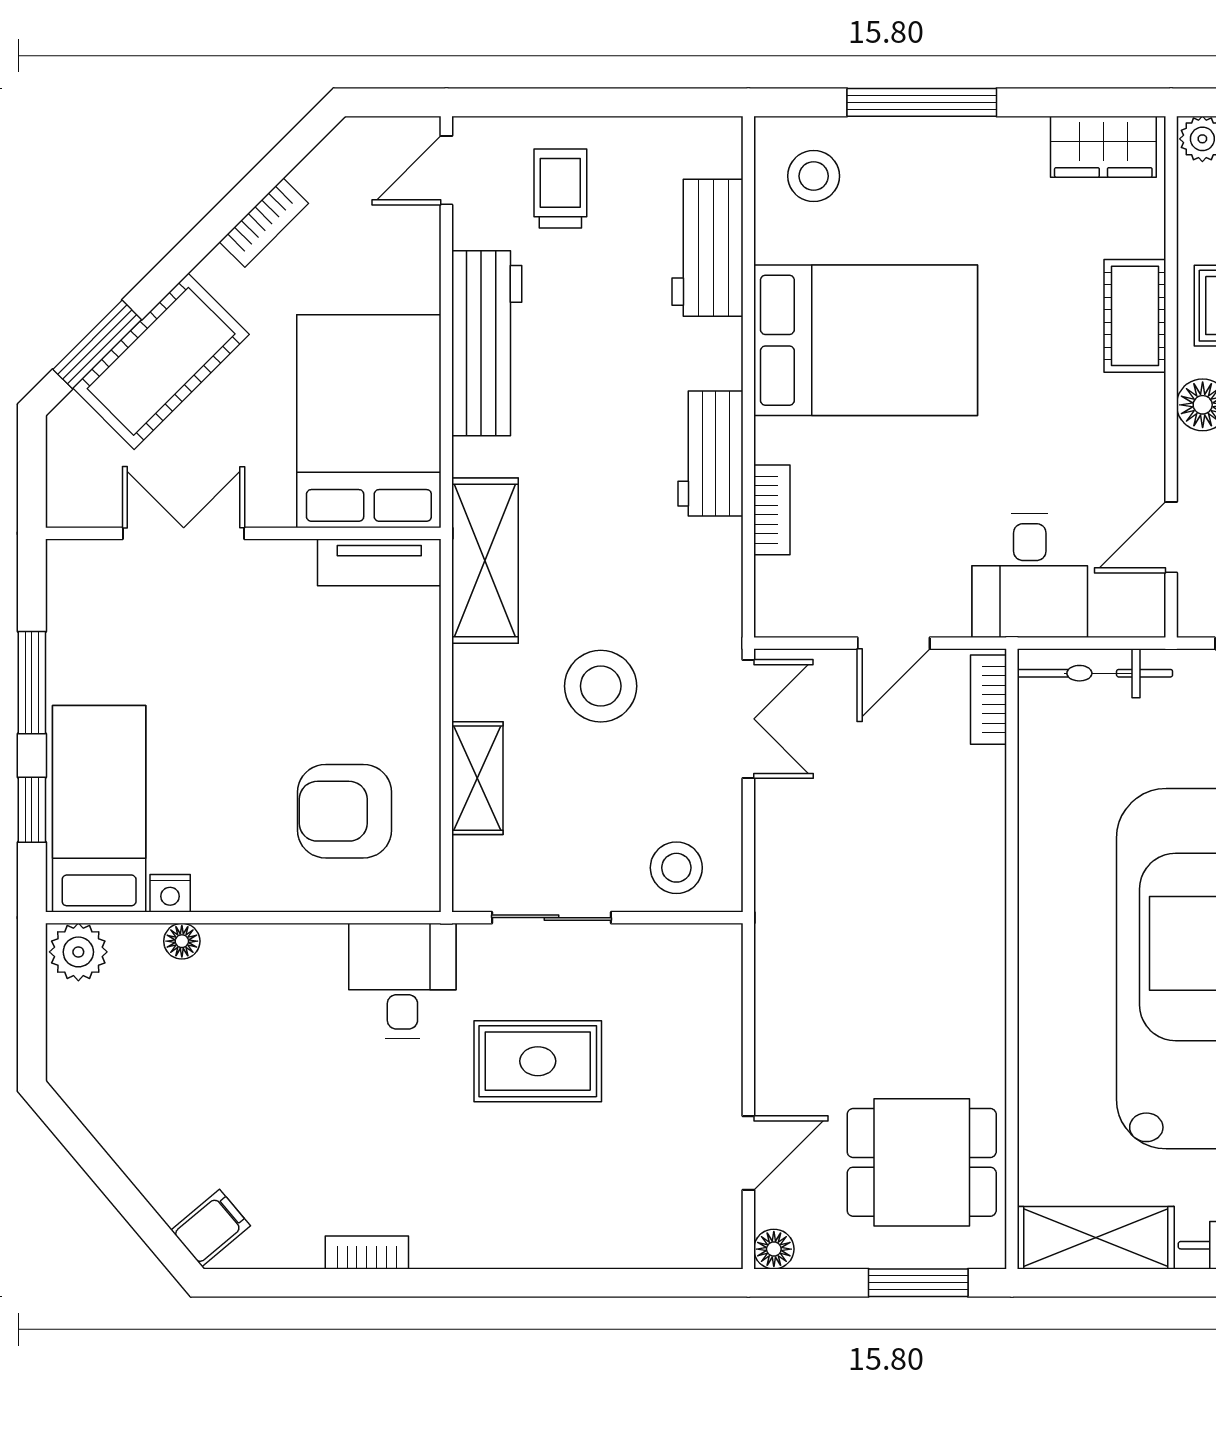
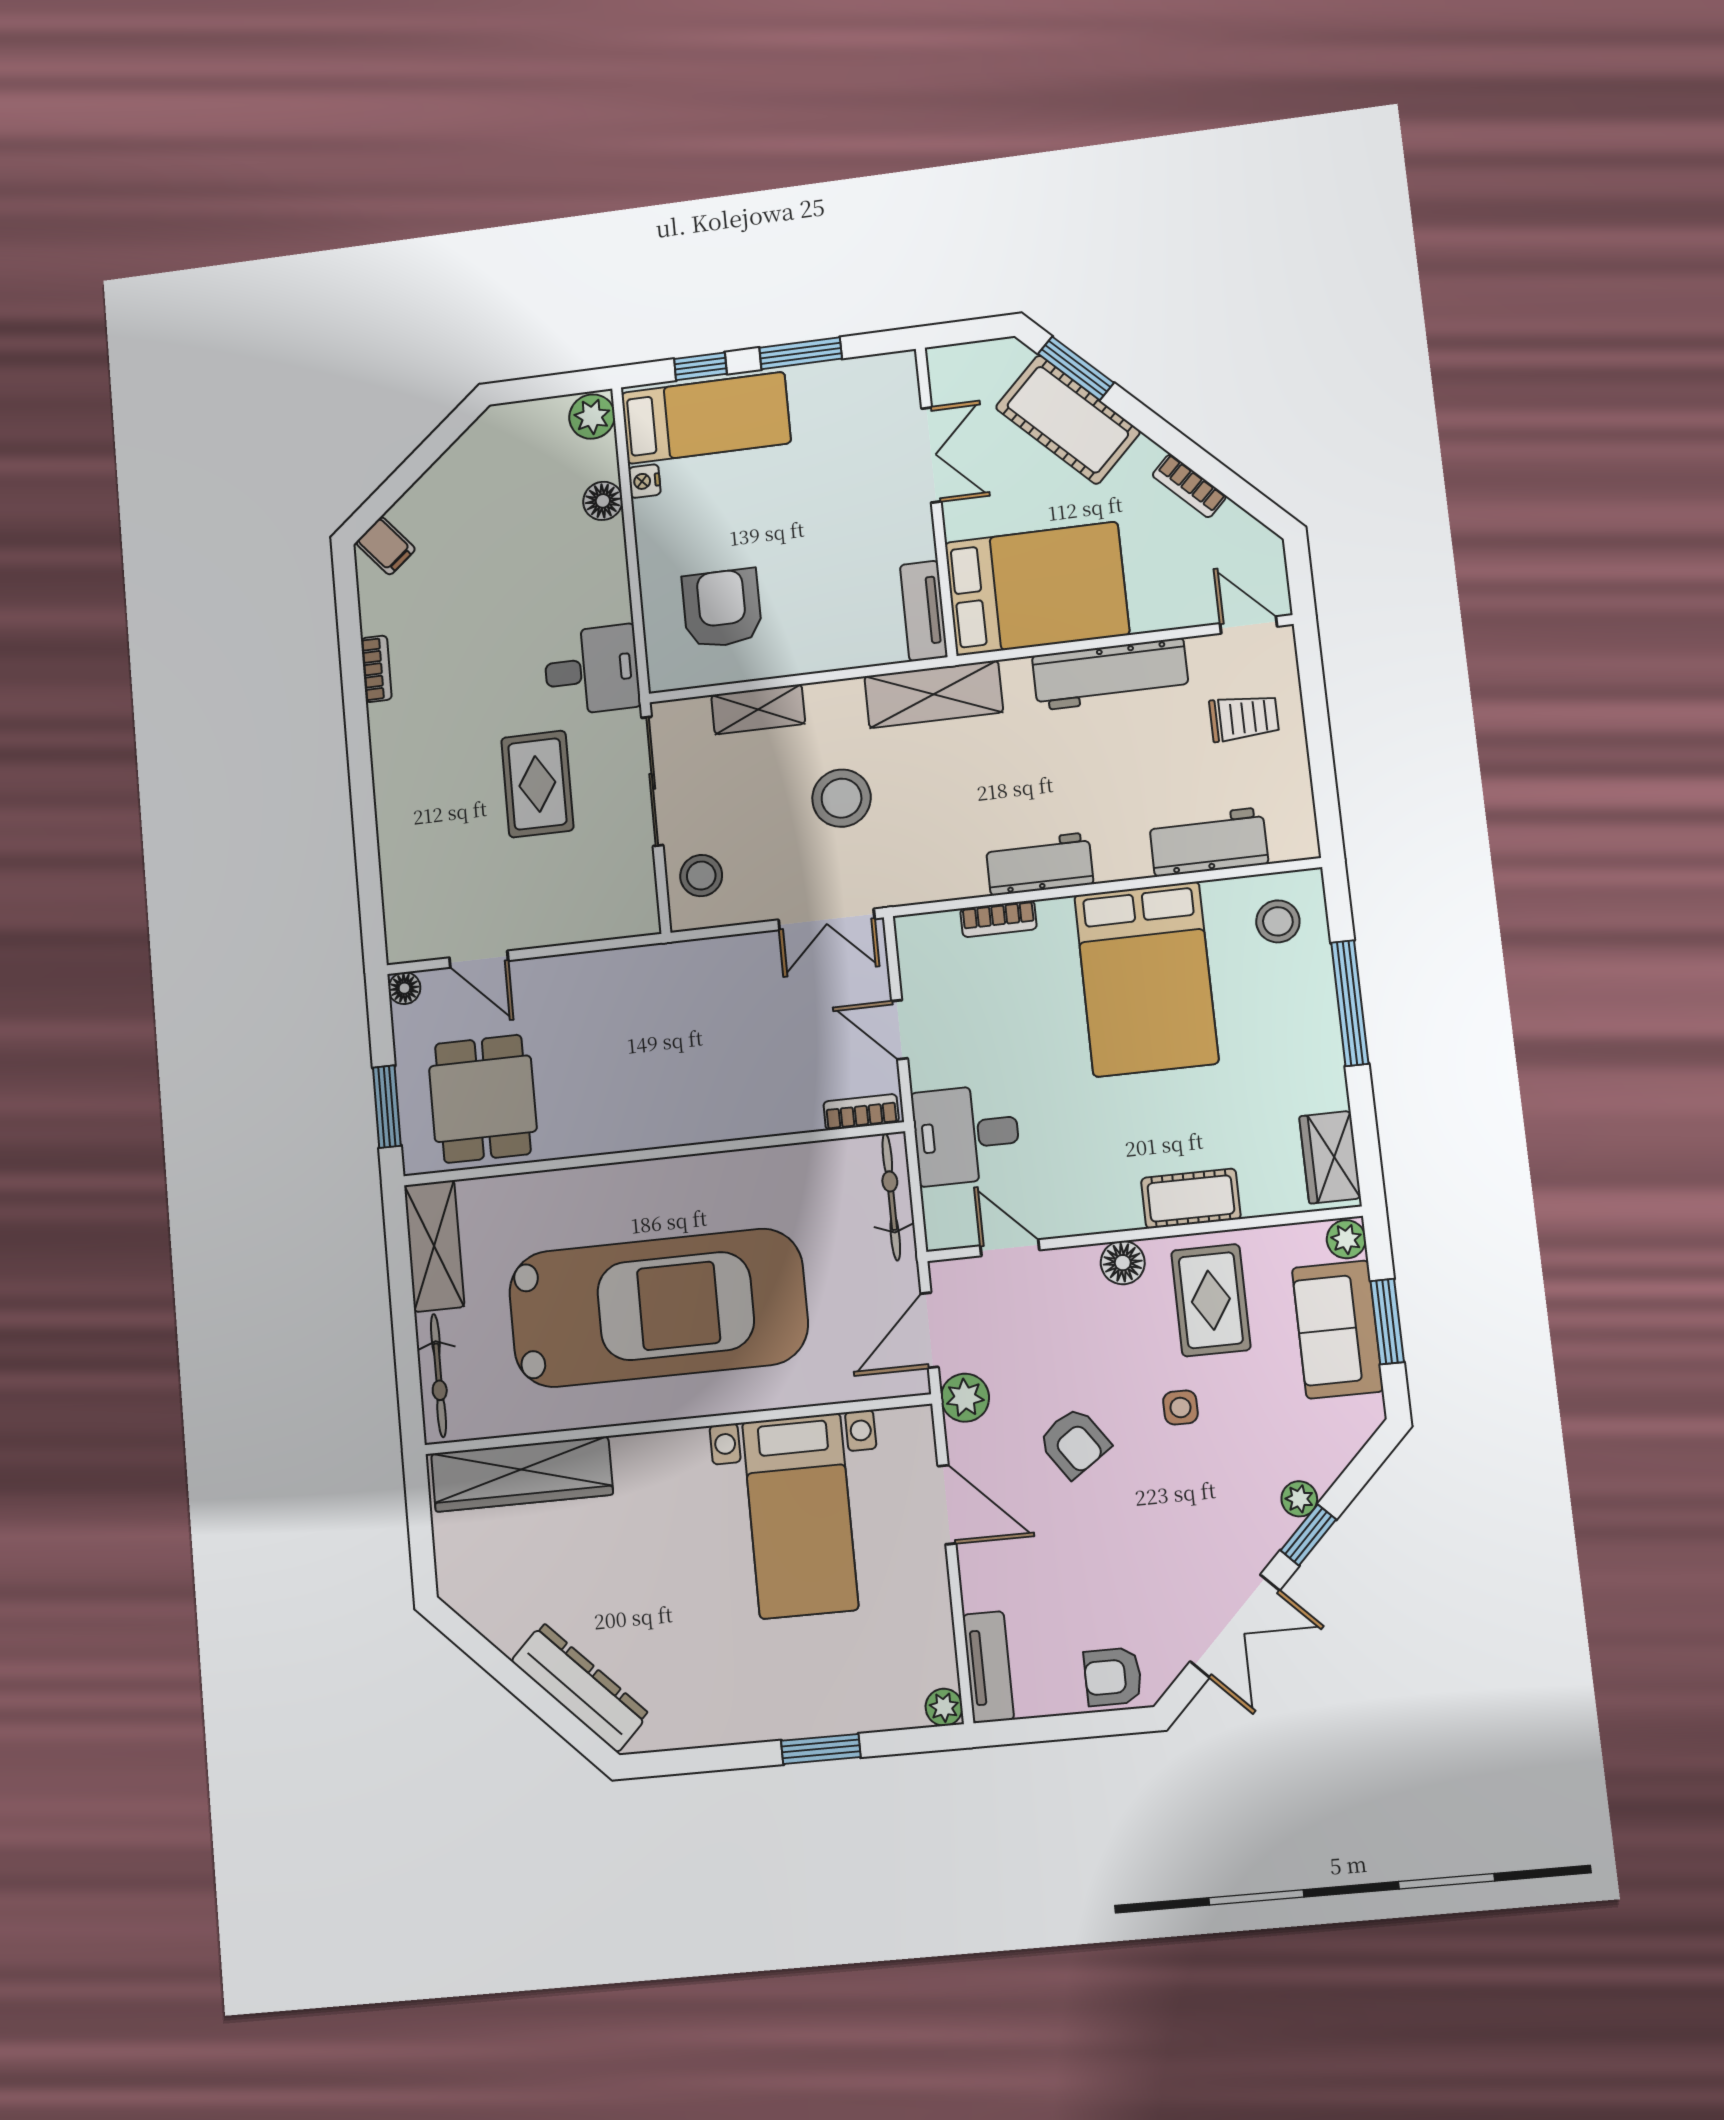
sliding door: (552, 918) -> (652, 781), width x1.37
floor lamp: (182, 941) -> (603, 501), width x1.37, depth x1.37

